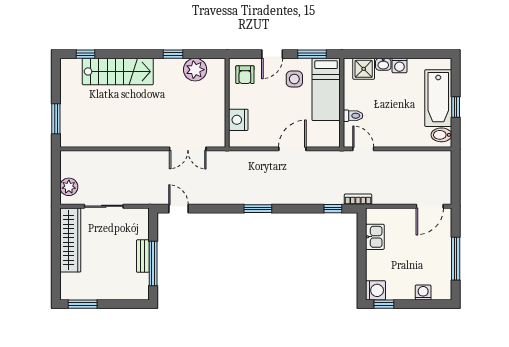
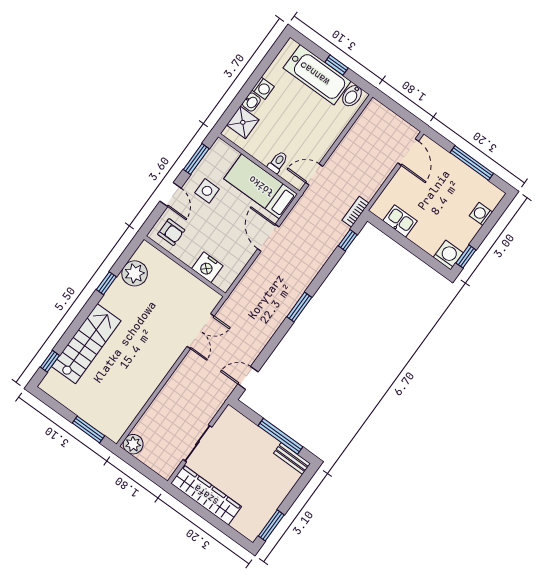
bed: (326, 89) -> (261, 186), moved, turned 180
plant: (69, 187) -> (133, 444), moved
bench: (143, 256) -> (292, 458), moved

